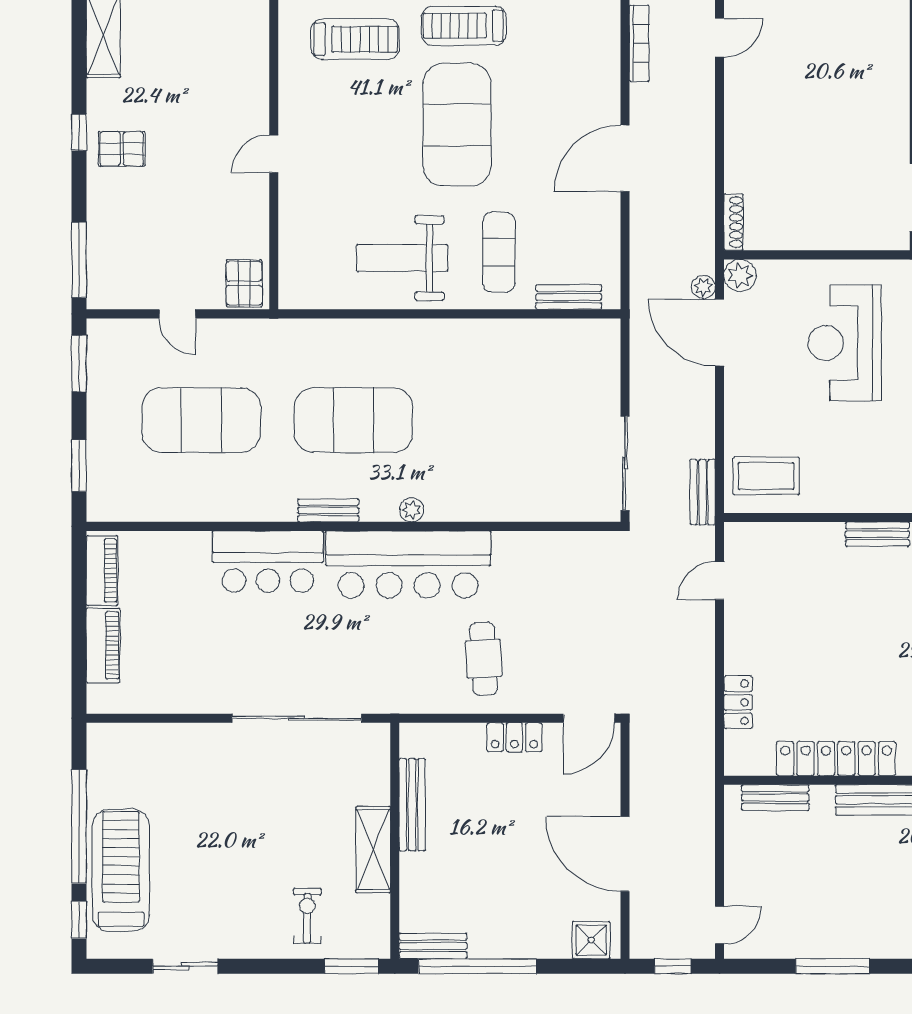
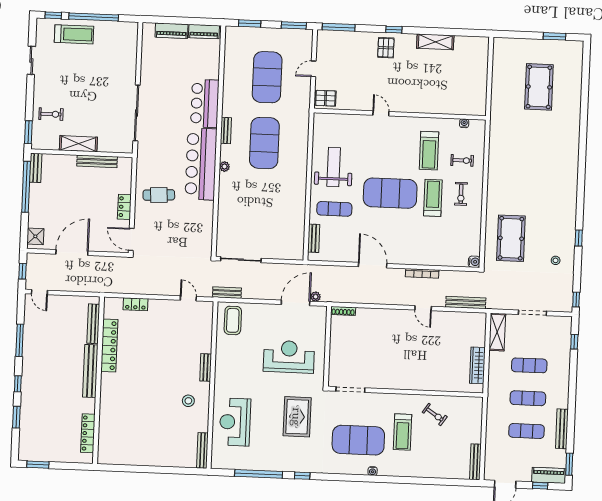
plant: (740, 275) -> (320, 313), removed
bench: (775, 798) -> (93, 324), width x1.36
treadmill: (121, 870) -> (74, 34), width x0.73, depth x0.73

